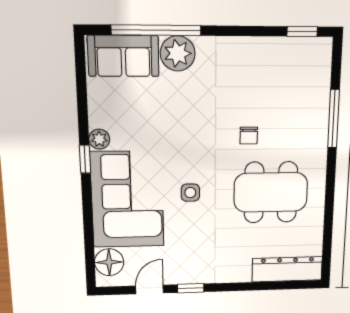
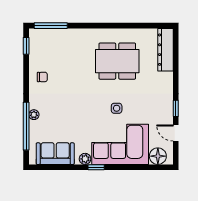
plant: (178, 53) -> (34, 115), width x0.53, depth x0.53
sofa: (123, 56) -> (55, 154), moved, turned -90
window: (334, 119) -> (51, 26), moved
chair: (249, 135) -> (42, 77), moved
dining table: (271, 192) -> (117, 61), turned 90

